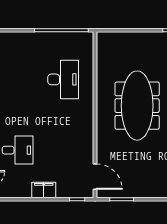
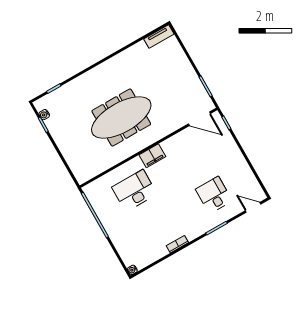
door: (95, 177) -> (199, 119), swing flipped
filing cabinet: (44, 190) -> (152, 156), moved, turned -90

